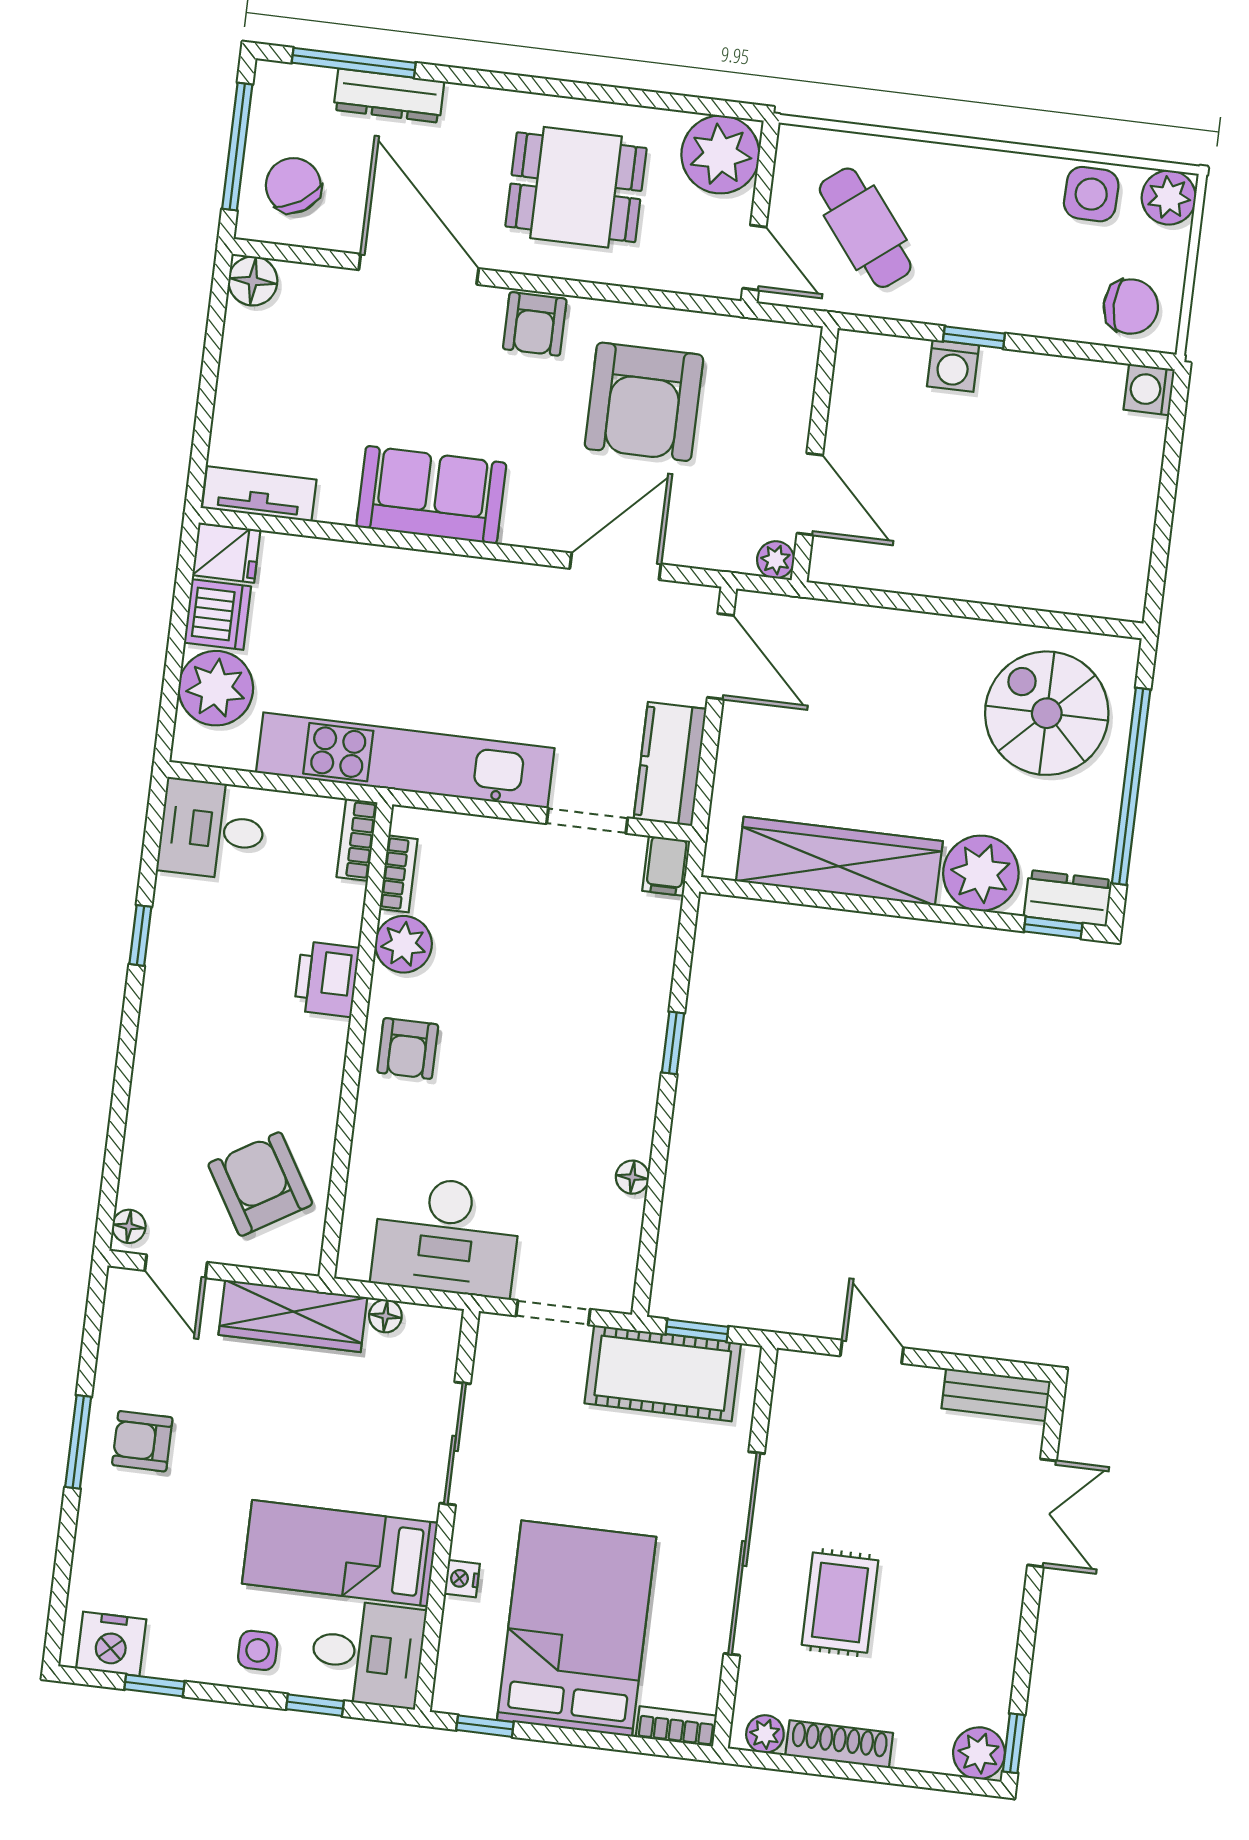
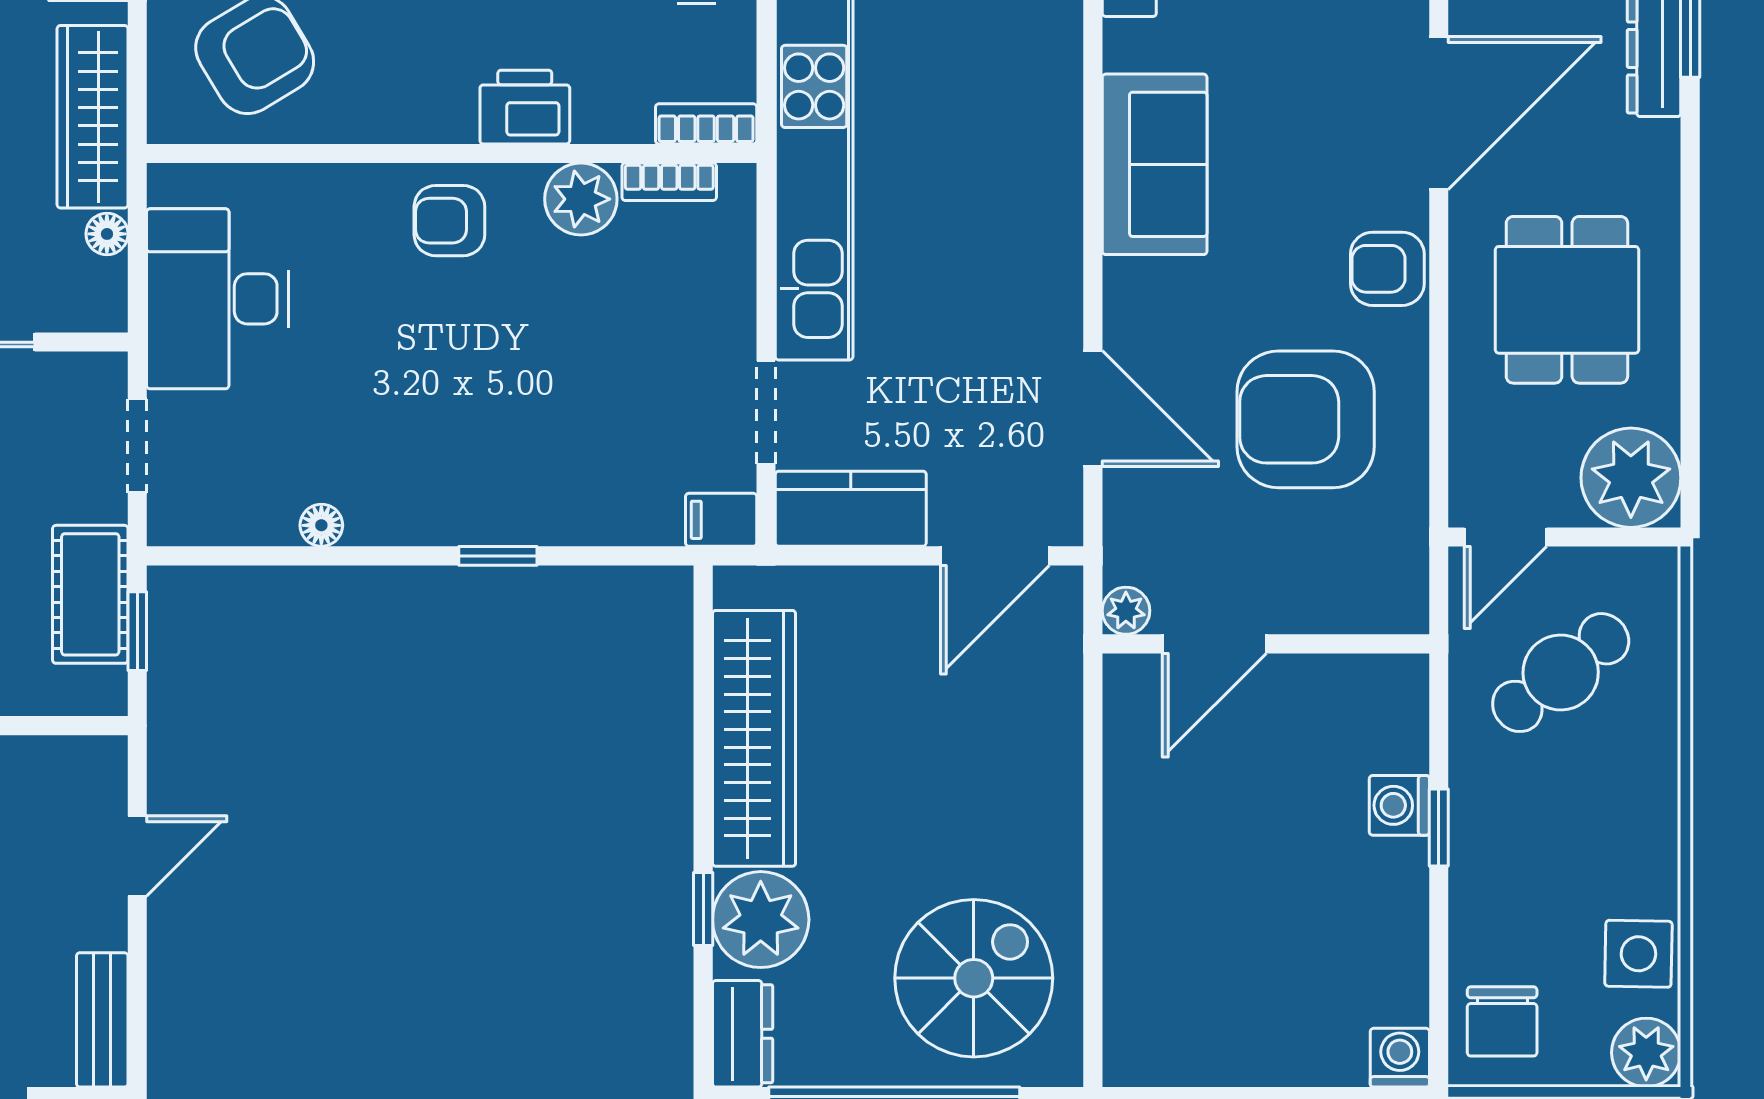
window: (1053, 928) -> (703, 909), moved
cot: (663, 1373) -> (90, 594), width x0.73, depth x0.75

